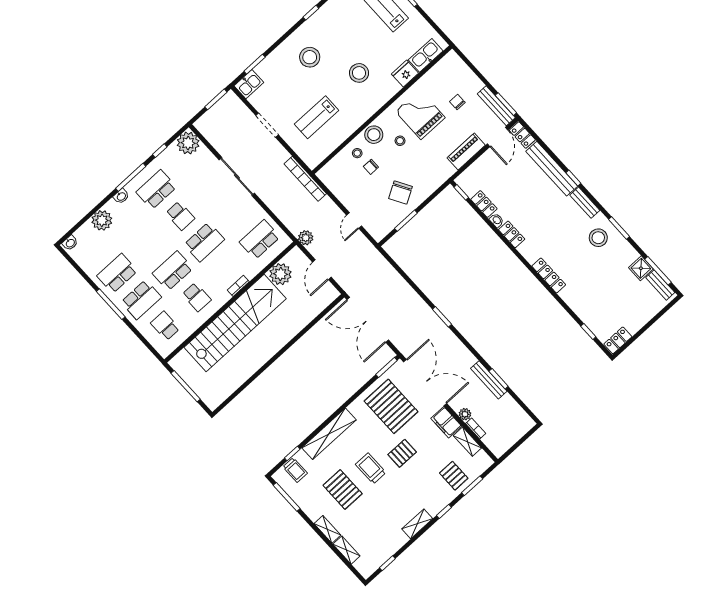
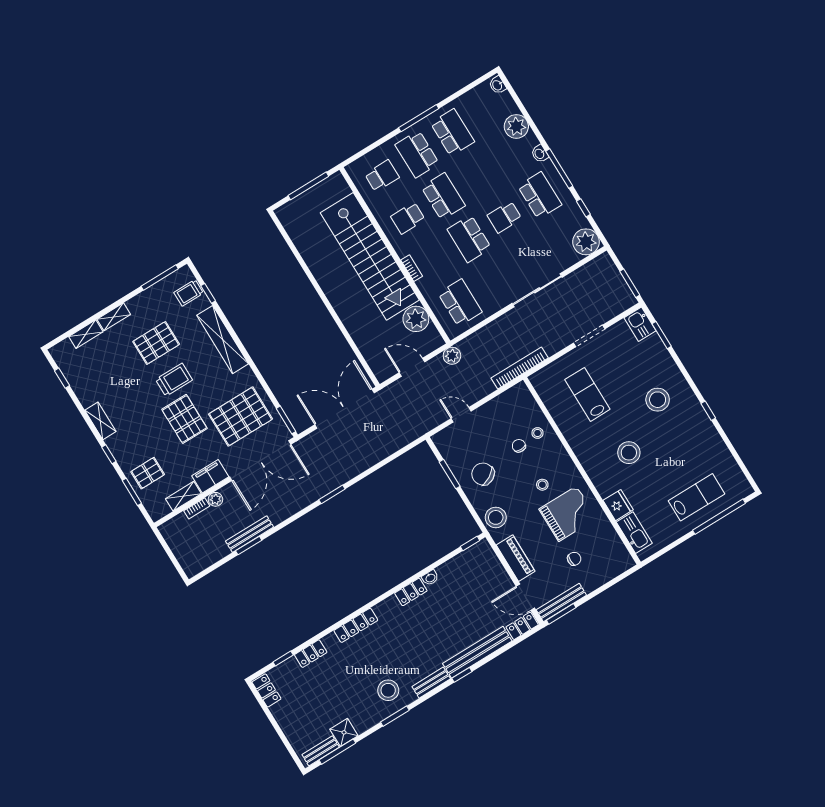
stool: (374, 135) -> (496, 517), moved
locker: (484, 204) -> (311, 654), moved
pallet: (402, 453) -> (184, 419), width x1.50, depth x1.42

